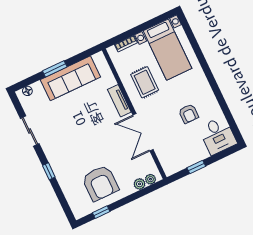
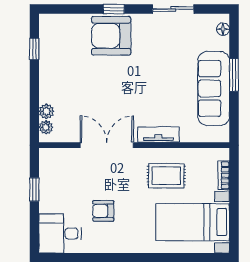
armchair: (100, 183) -> (111, 36), moved

